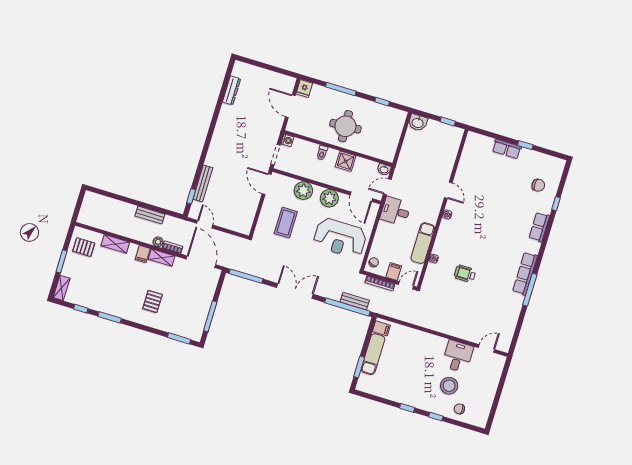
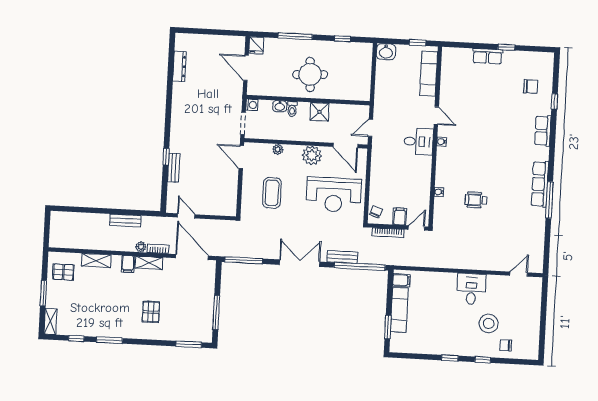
washbasin: (384, 170) -> (280, 106), moved
bench: (203, 183) -> (174, 168), width x0.73
plant: (303, 191) -> (278, 149), width x0.53, depth x0.53
window: (191, 196) -> (166, 157), moved
desk: (395, 211) -> (419, 142), moved, turned 180
exam couch: (423, 243) -> (429, 74), moved
bench: (355, 301) -> (342, 257), moved
desk: (458, 356) -> (471, 289), moved

